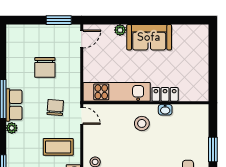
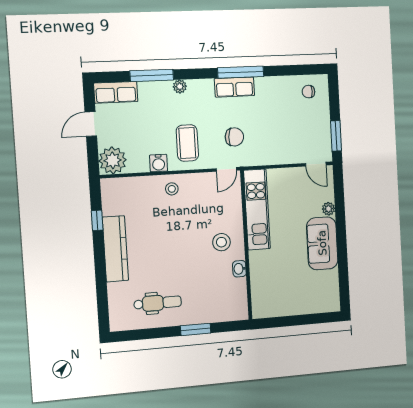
chair: (45, 67) -> (308, 92), moved, width x0.54, depth x0.54
locker: (165, 94) -> (257, 267), removed
plant: (12, 128) -> (180, 87), moved

